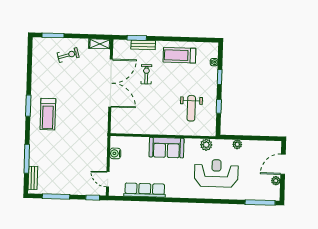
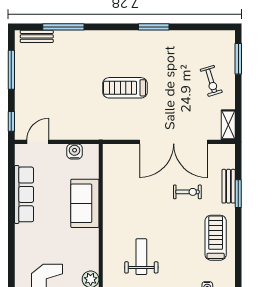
window: (137, 38) -> (238, 194), moved
window: (28, 106) -> (154, 27), moved
weight bench: (191, 108) -> (141, 257), turned 90
treadmill: (48, 114) -> (125, 88), moved
sofa: (167, 148) -> (85, 203), moved

